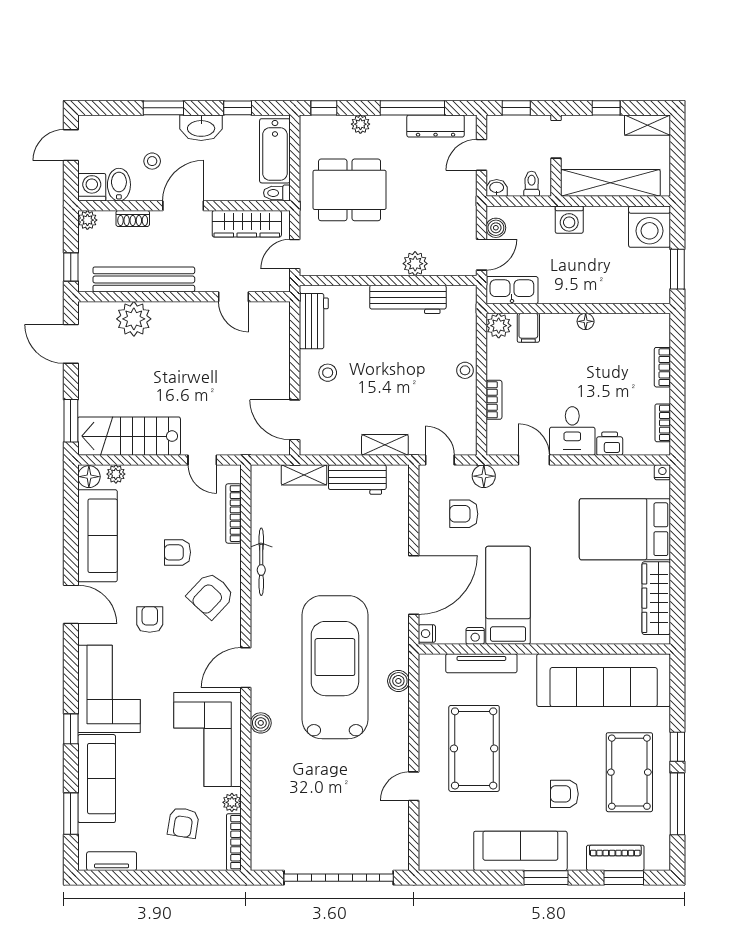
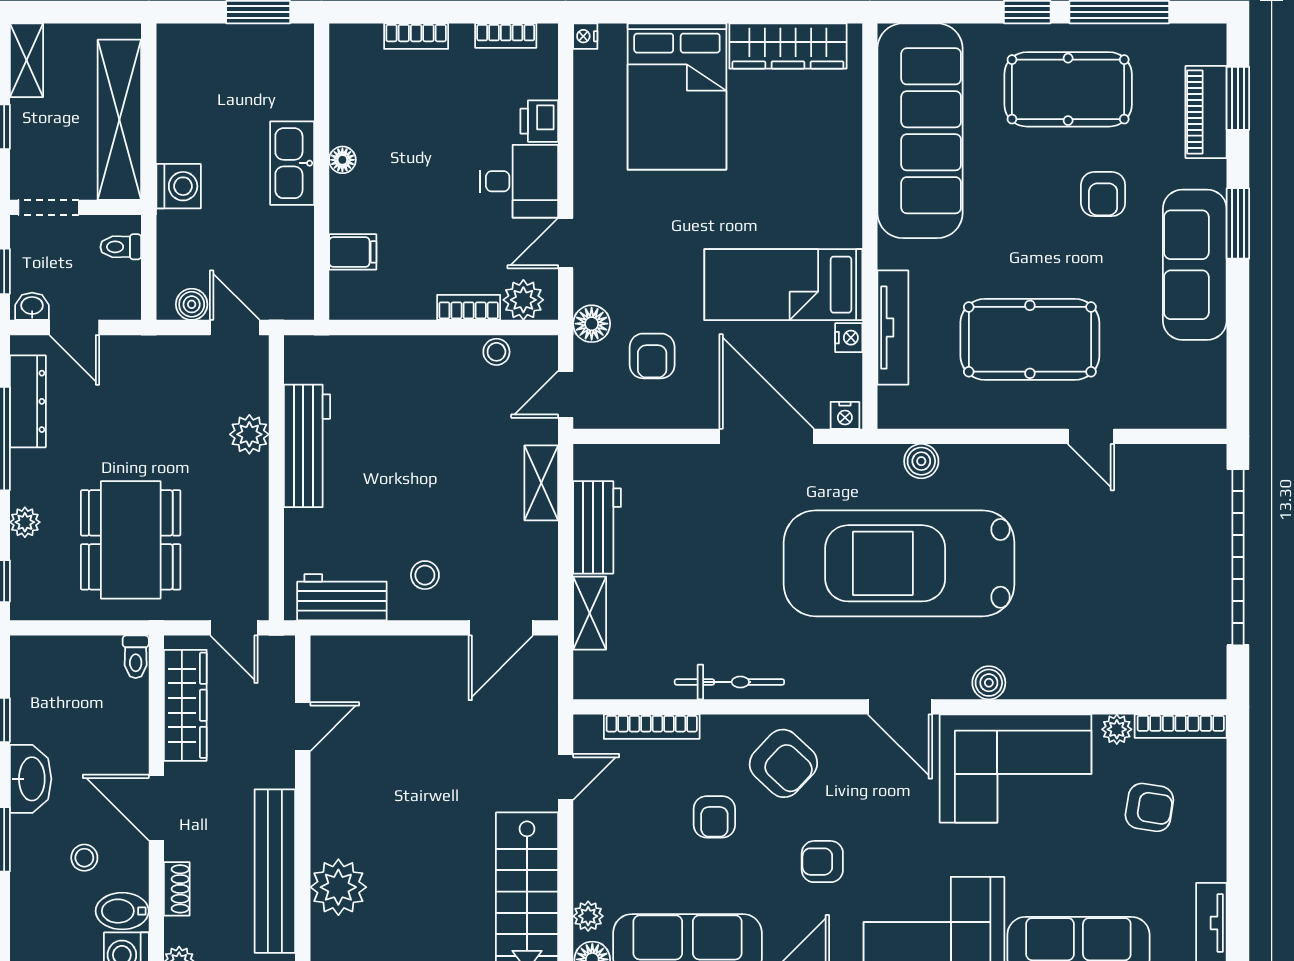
bathtub: (275, 151) -> (68, 660), removed
washbasin: (497, 188) -> (32, 306), moved, turned 90
washing machine: (650, 227) -> (190, 57), removed
kitchen sink: (512, 290) -> (292, 163), moved
plant: (499, 326) -> (523, 300), moved
stool: (465, 370) -> (496, 352), moved

